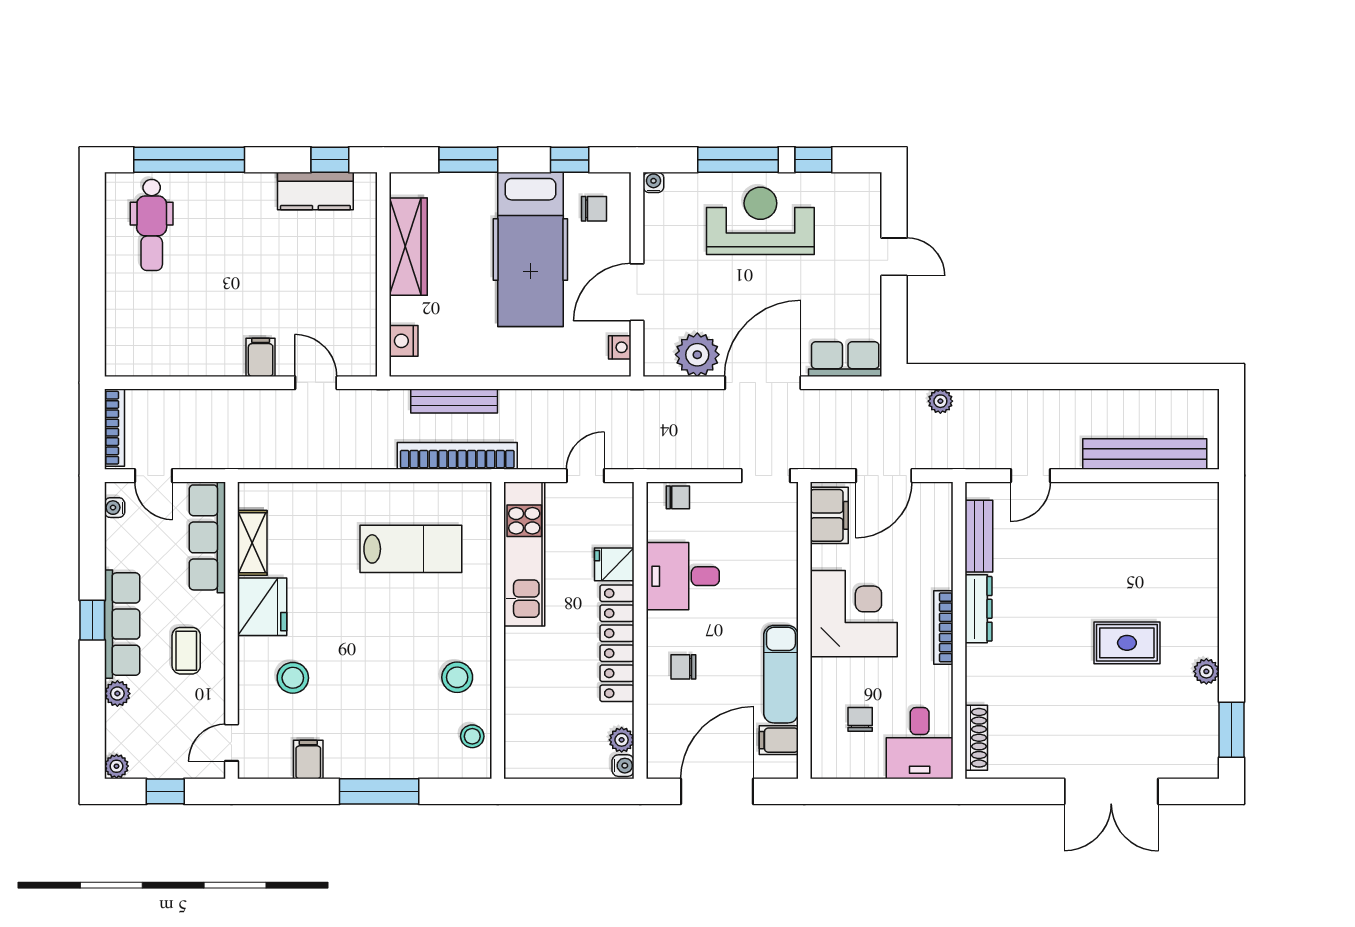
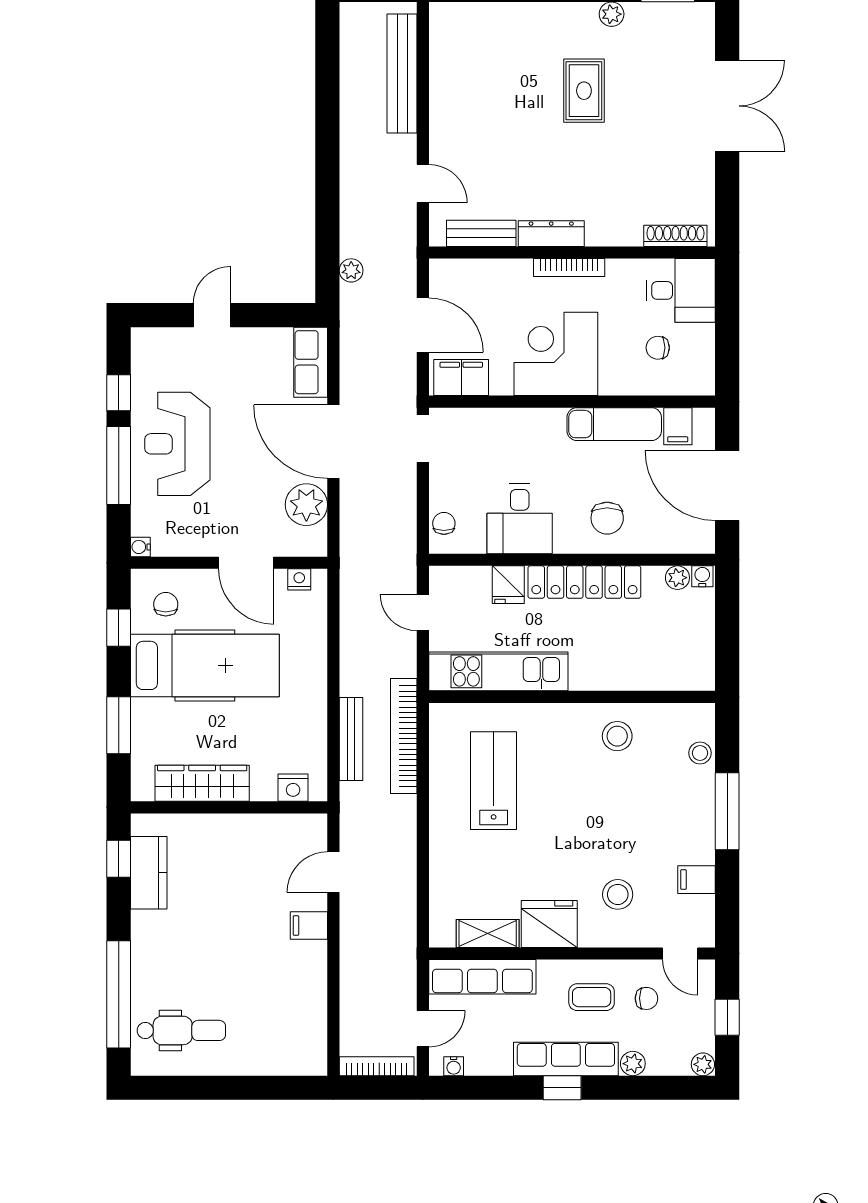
chair: (683, 667) -> (607, 518), width x1.37, depth x1.37
chair: (185, 708) -> (646, 998), added
stool: (472, 736) -> (700, 753), moved

